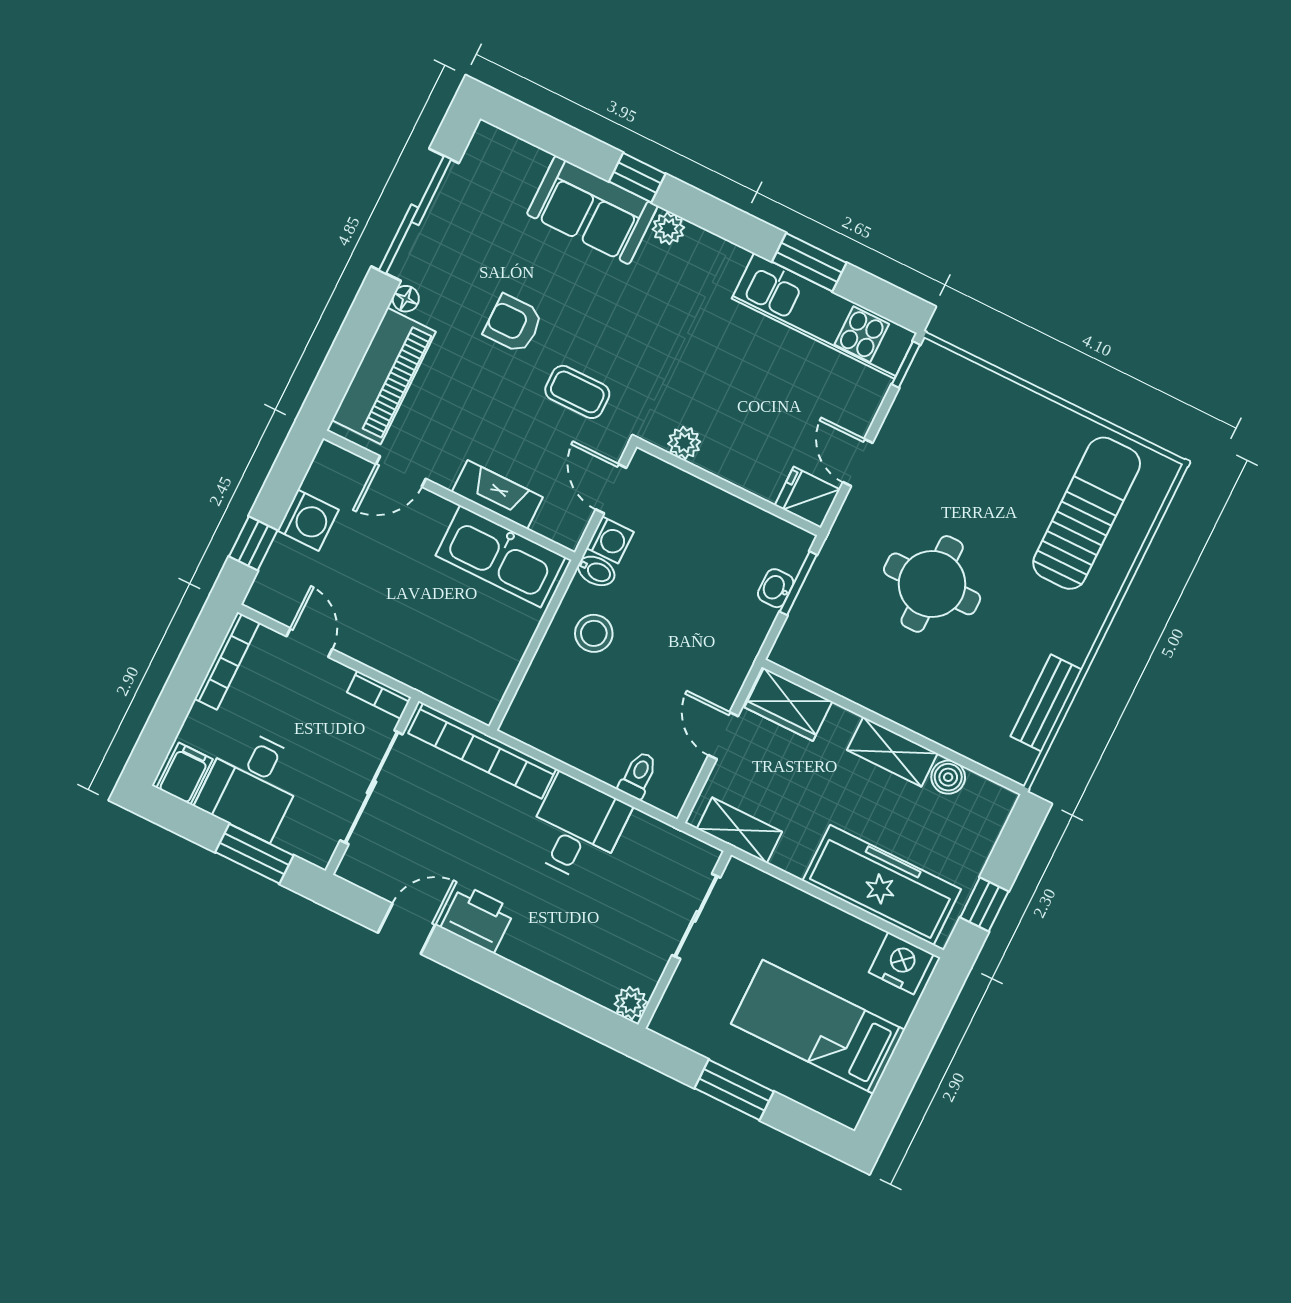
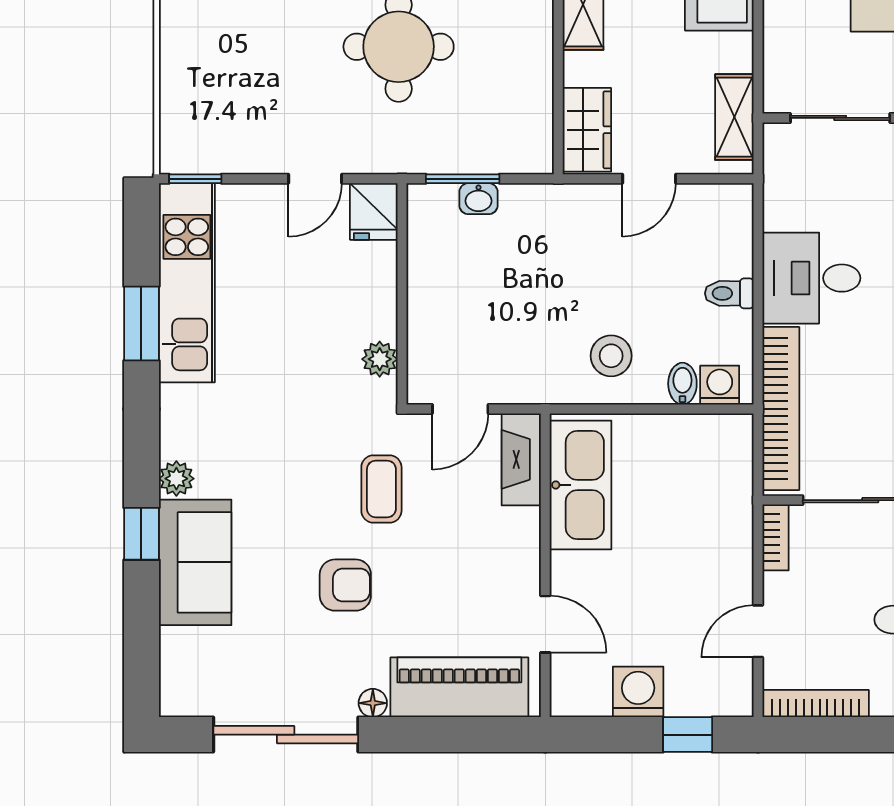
armchair: (513, 324) -> (345, 585), turned -90
fireplace: (497, 495) -> (521, 459), moved
washing machine: (610, 540) -> (720, 385), moved
bidet: (596, 571) -> (682, 384), moved
toilet: (638, 775) -> (729, 293), moved

